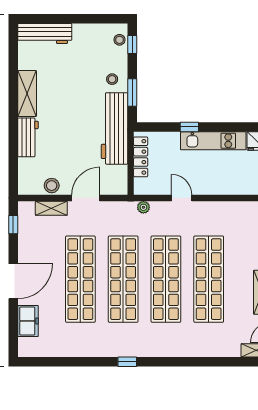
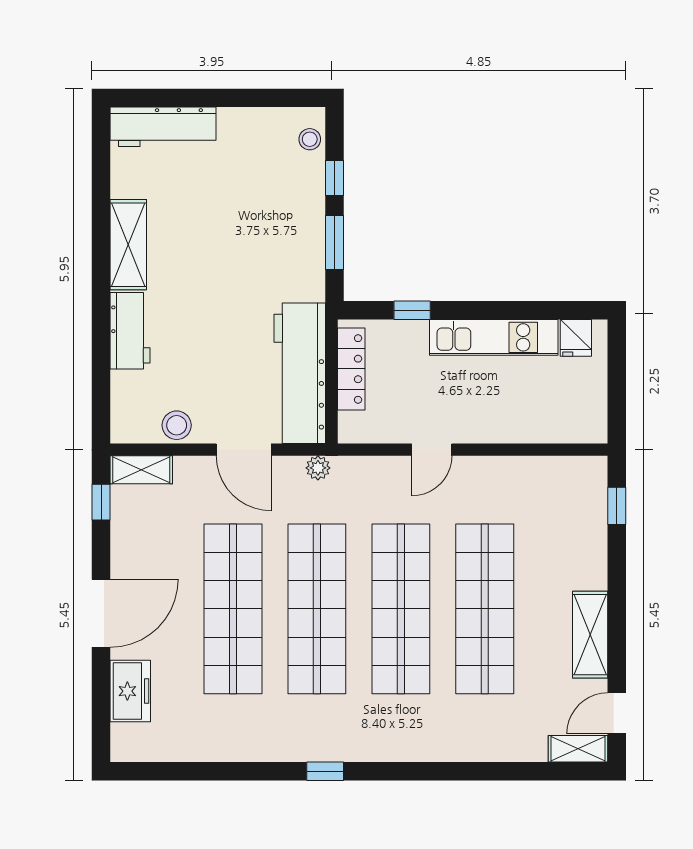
window: (132, 44) -> (335, 178), moved
stool: (112, 79) -> (295, 216), removed
window: (189, 127) -> (412, 310), moved
workbench: (114, 128) -> (300, 373), moved
door: (86, 198) -> (244, 450), swing flipped
door: (182, 198) -> (432, 450), swing flipped
plant: (143, 207) -> (318, 468), moved
shelving: (51, 208) -> (141, 470), moved

